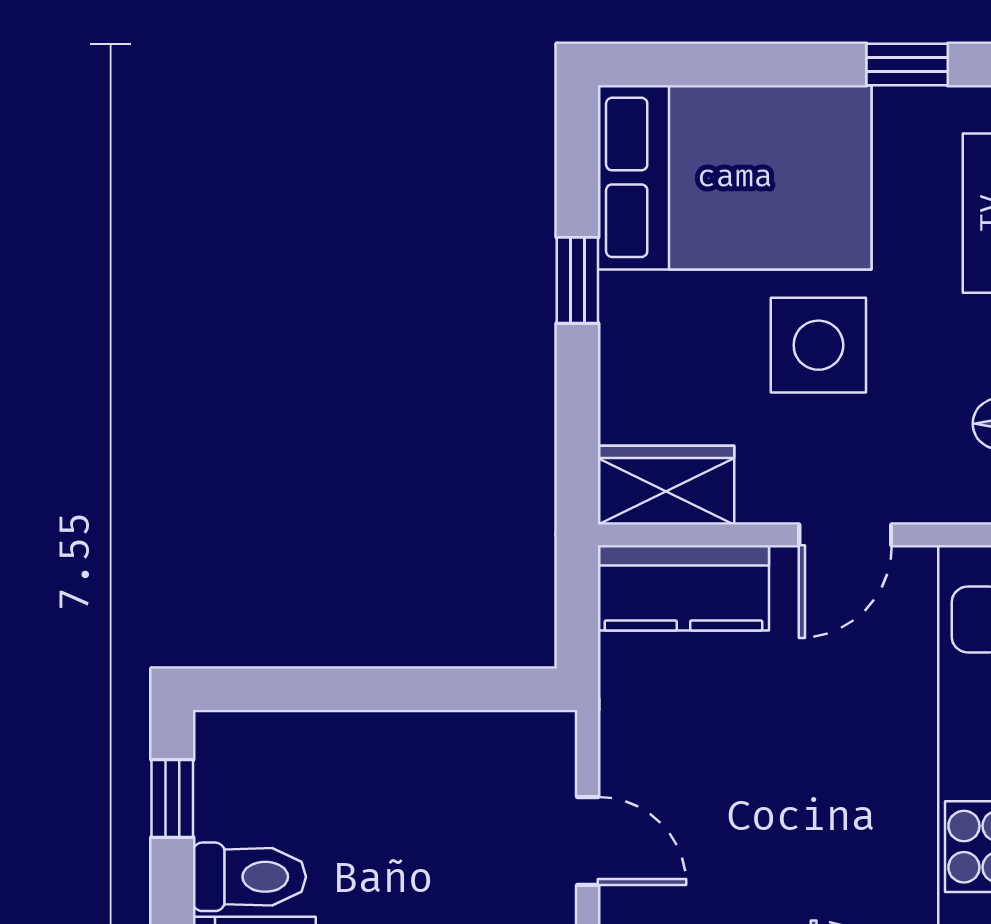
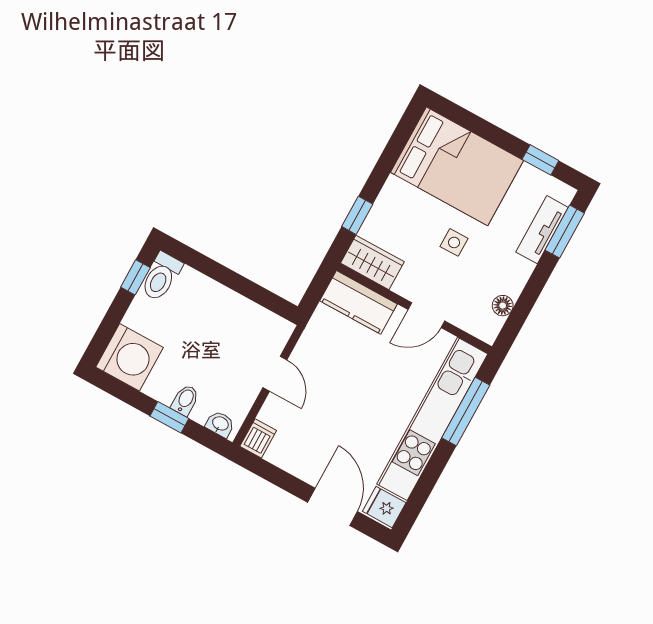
window: (577, 280) -> (357, 215), moved
side table: (818, 345) -> (454, 242), width x0.54, depth x0.54
toilet: (249, 877) -> (161, 277), moved, turned 90

